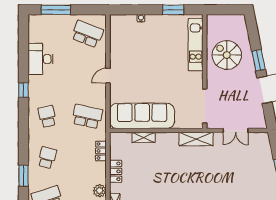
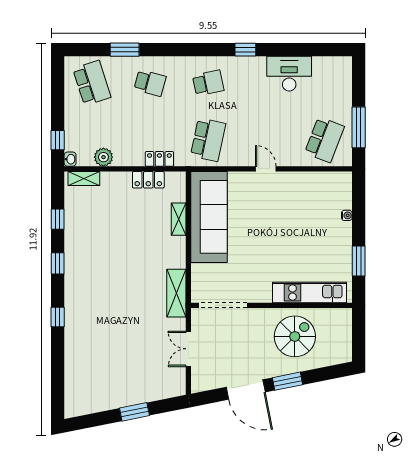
window: (56, 10) -> (359, 127), moved
locker: (116, 171) -> (148, 180), moved

